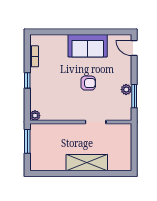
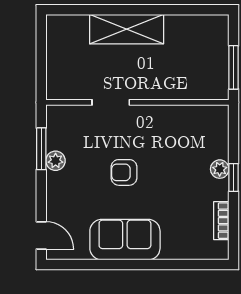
plant: (35, 116) -> (220, 169), moved

